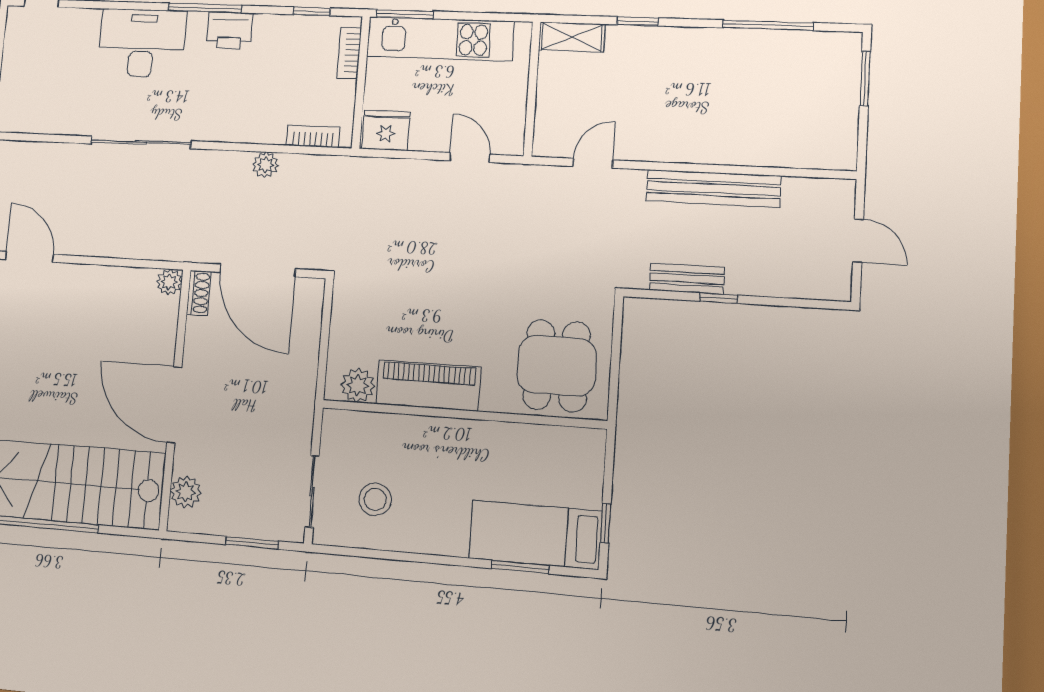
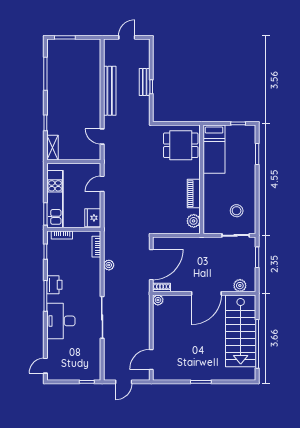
bench: (687, 279) -> (145, 82), moved
piano: (428, 385) -> (194, 194), width x0.73, depth x0.75
bed: (535, 535) -> (214, 149), moved

